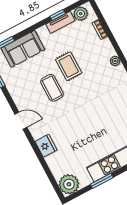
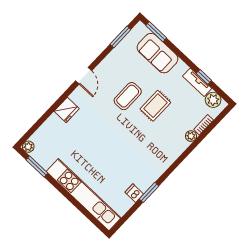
plant: (115, 61) -> (191, 136), moved
window: (102, 181) -> (37, 166), moved
plant: (69, 184) -> (28, 147), width x0.53, depth x0.53

